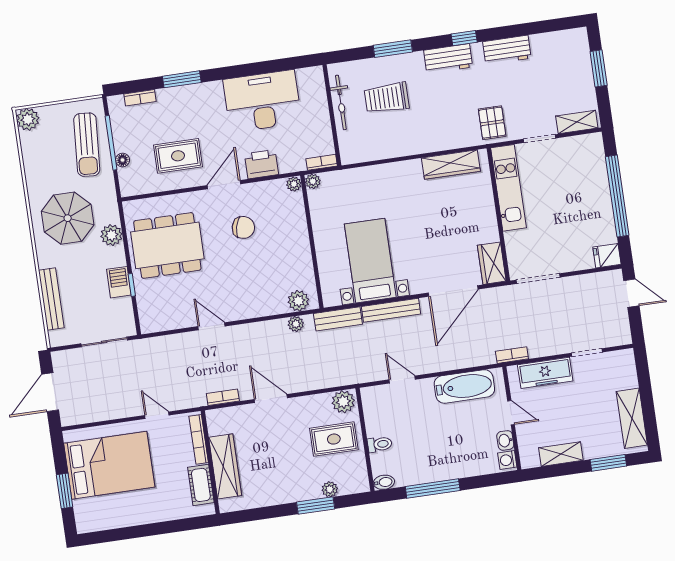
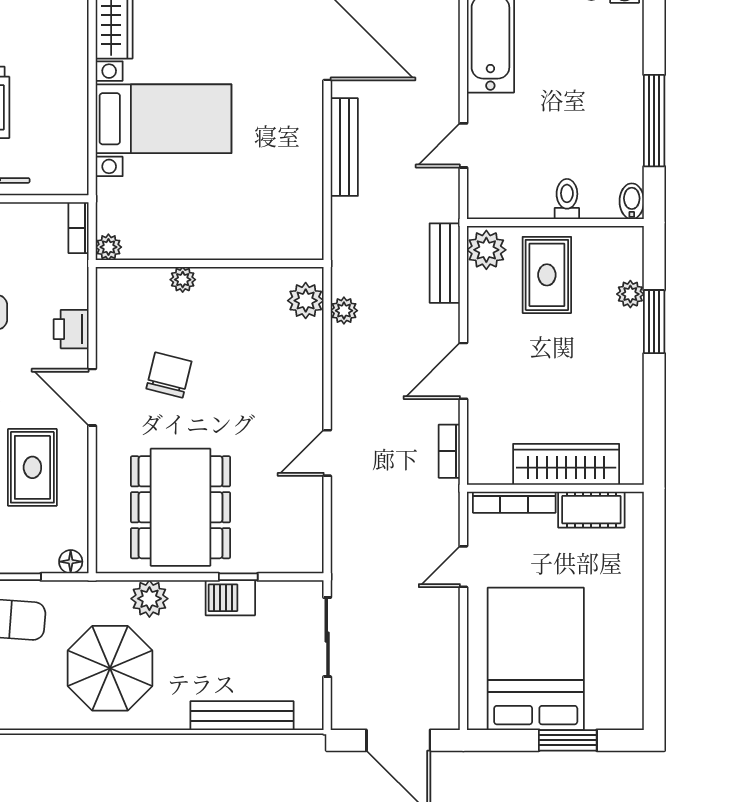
floor lamp: (123, 160) -> (71, 562), moved
printer: (261, 164) -> (71, 329), width x0.73, depth x0.81
plant: (294, 184) -> (183, 280), moved
bed with nightstands: (370, 261) -> (164, 119), moved, turned 180
bench: (338, 319) -> (445, 263), moved

